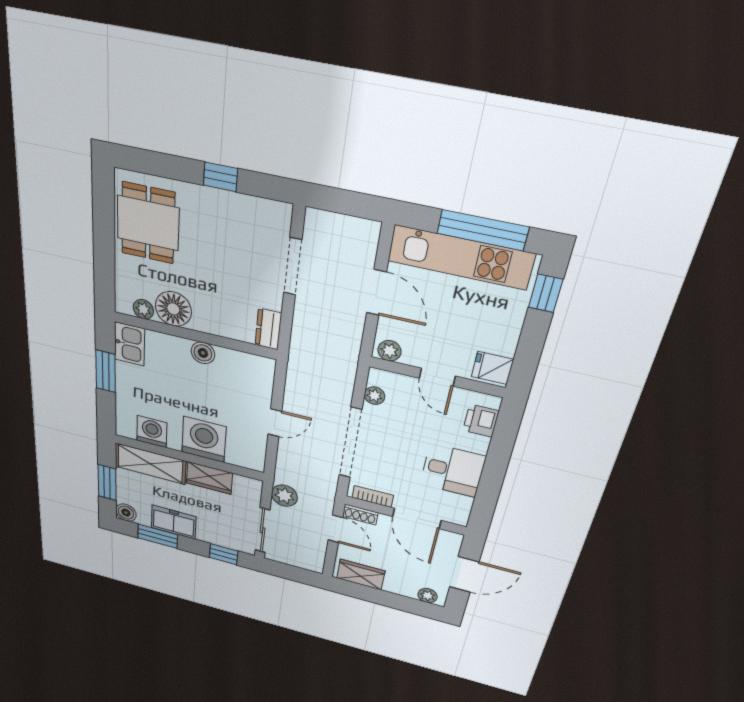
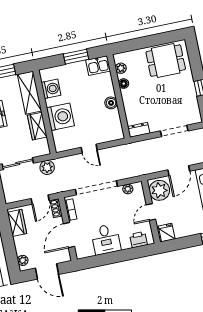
floor lamp: (173, 309) -> (124, 84), width x0.53, depth x0.53
plant: (389, 351) -> (159, 190), width x1.87, depth x1.87

